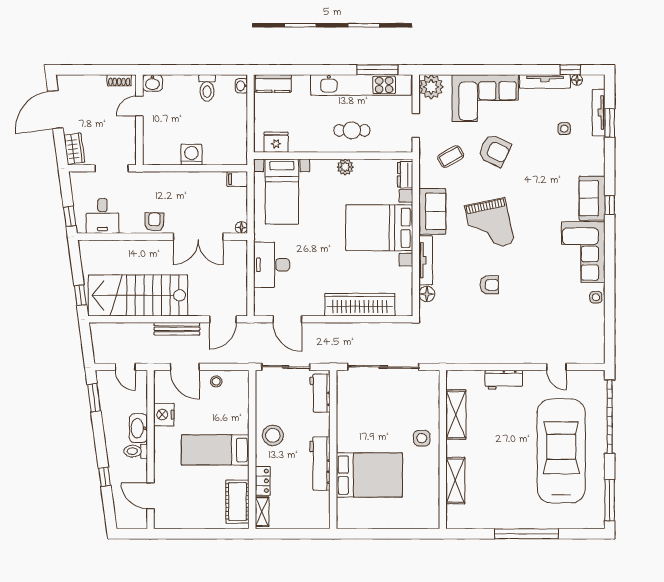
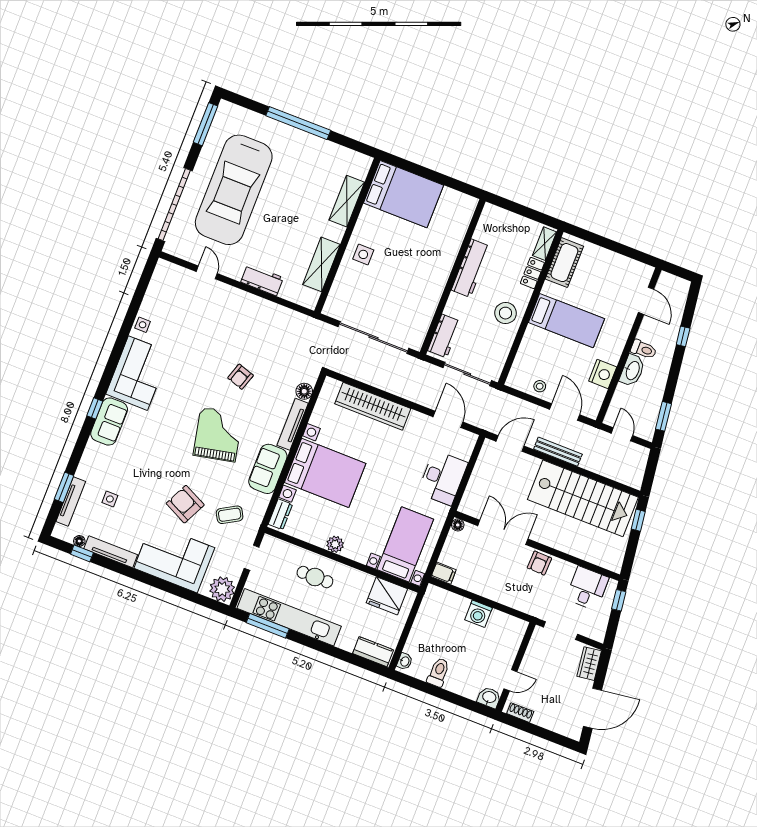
fridge: (276, 142) -> (387, 596), width x1.36, depth x1.34
armchair: (489, 285) -> (241, 377), turned -72
bed: (369, 475) -> (403, 194), moved, turned 180

